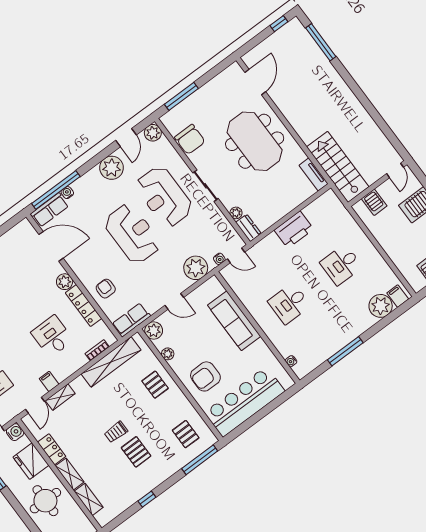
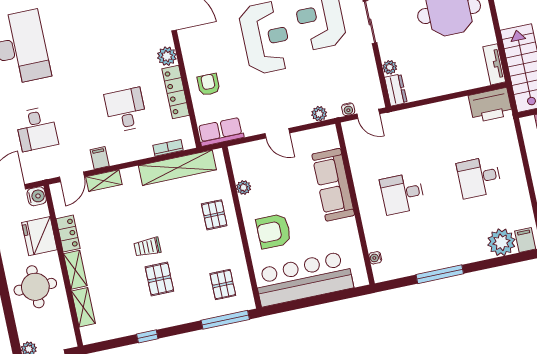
printer: (294, 230) -> (490, 105), moved
plant: (196, 268) -> (319, 114), width x0.53, depth x0.53
plant: (154, 331) -> (240, 155), removed

